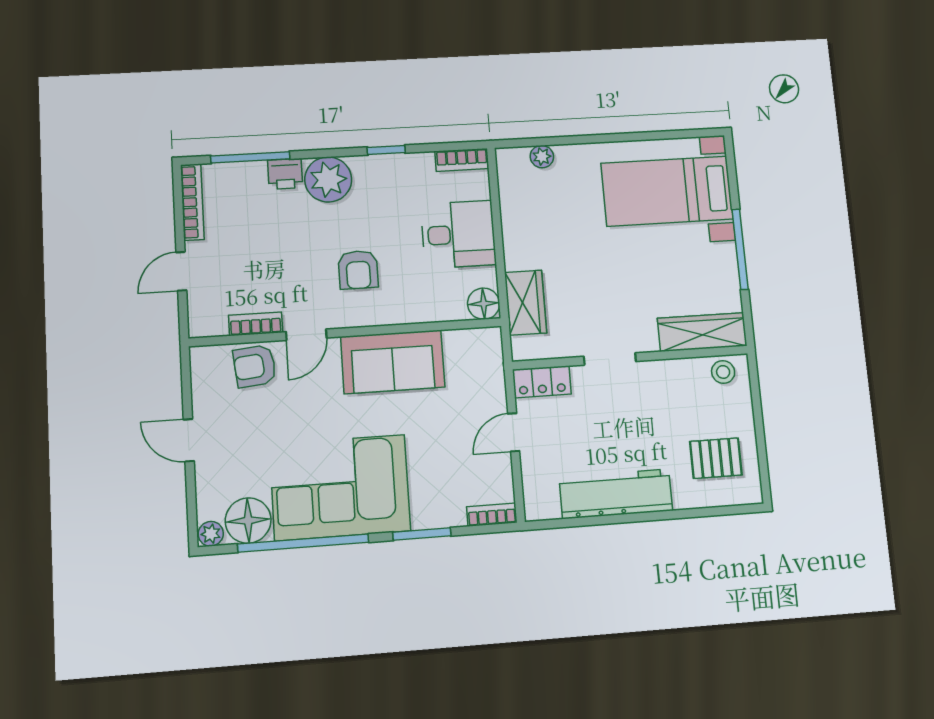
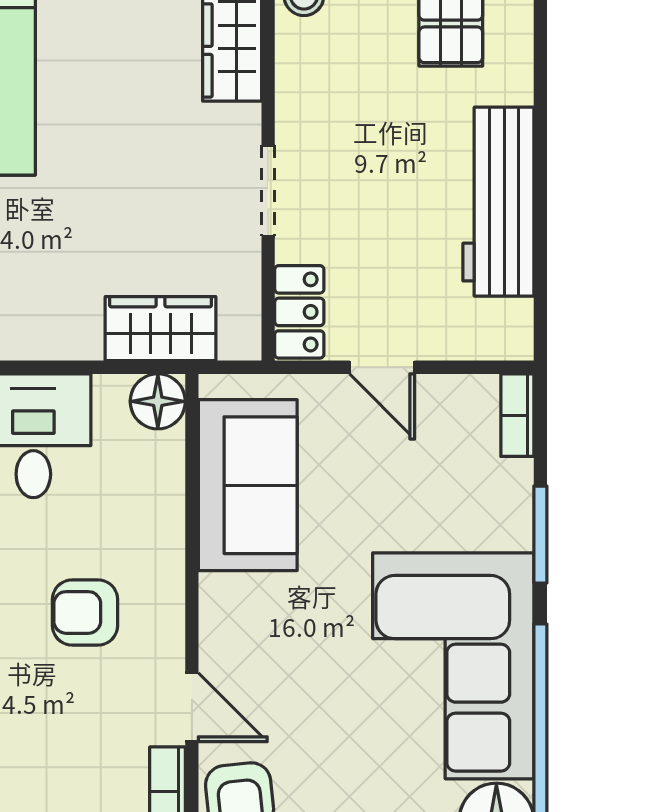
armchair: (358, 270) -> (85, 612), turned 180
sofa: (393, 362) -> (248, 485), moved

